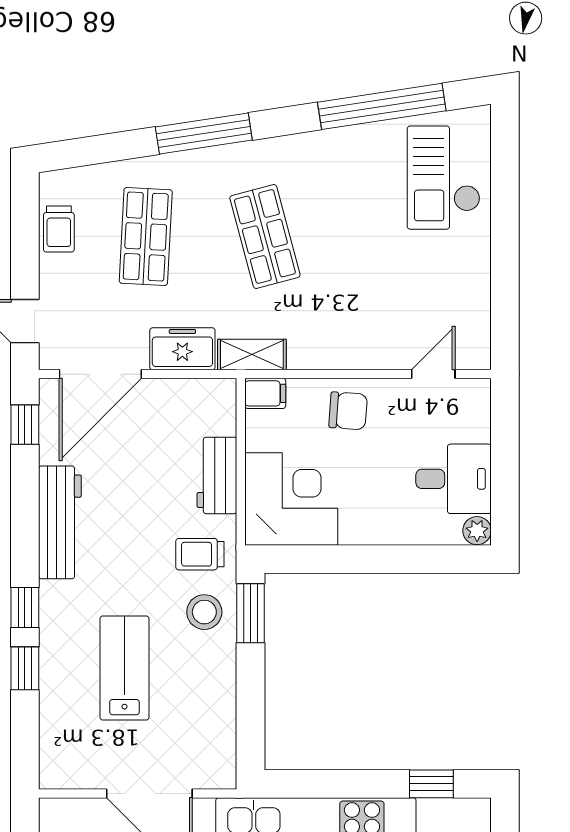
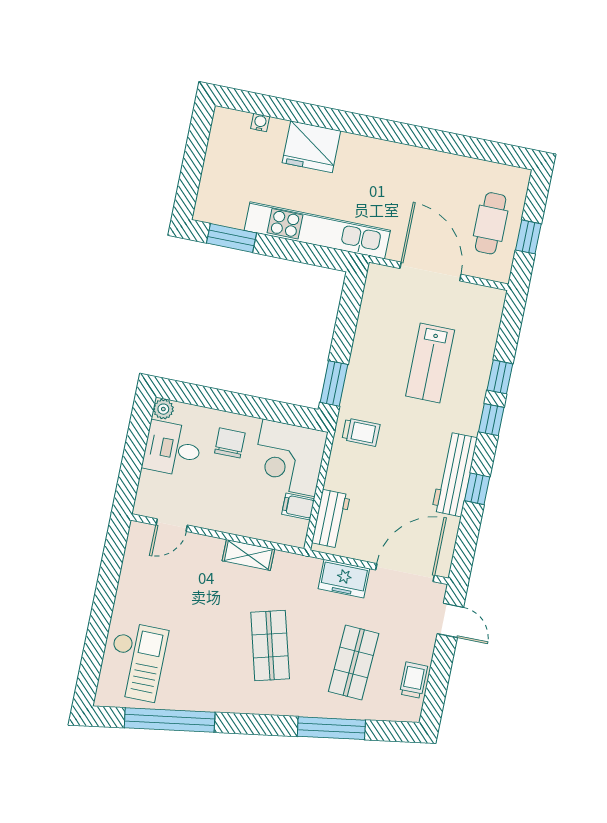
window: (204, 133) -> (331, 728), moved
shelving: (252, 354) -> (248, 555), moved
filing cabinet: (265, 393) -> (298, 506), moved
chair: (348, 411) -> (230, 443), moved, turned 86
window: (25, 425) -> (477, 489), moved
workbench: (217, 475) -> (331, 519), moved
stool: (204, 612) -> (366, 391), removed
window: (431, 784) -> (231, 238), width x1.50

